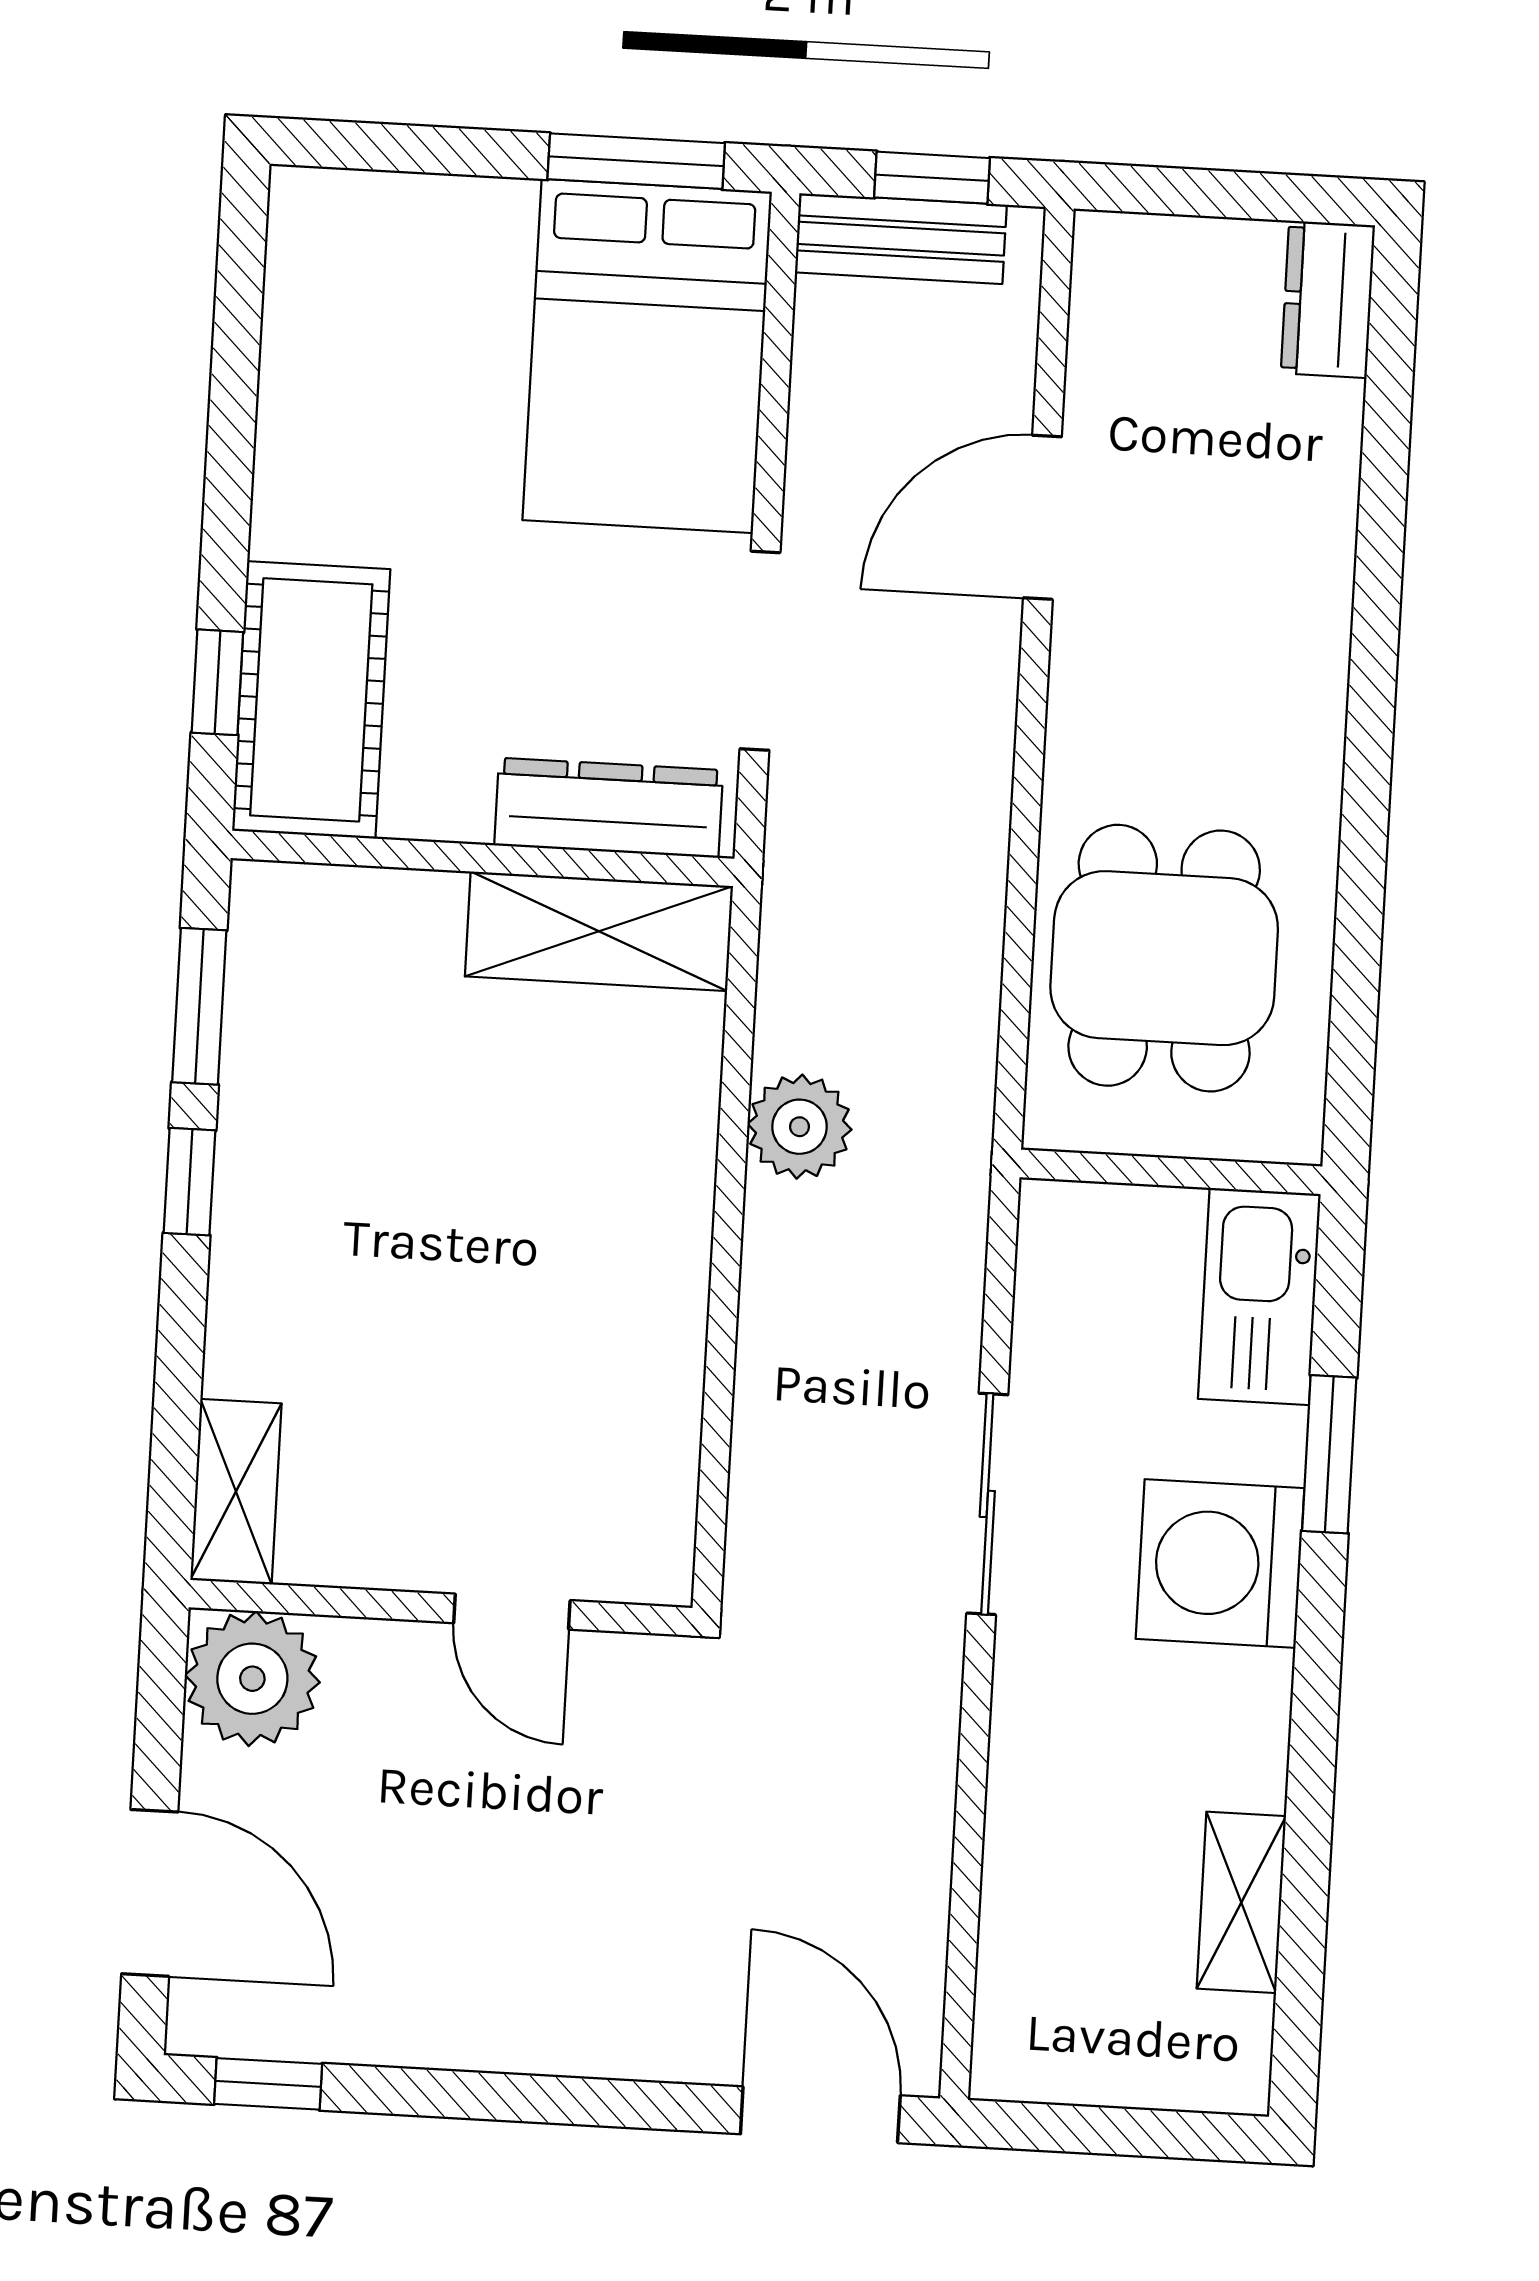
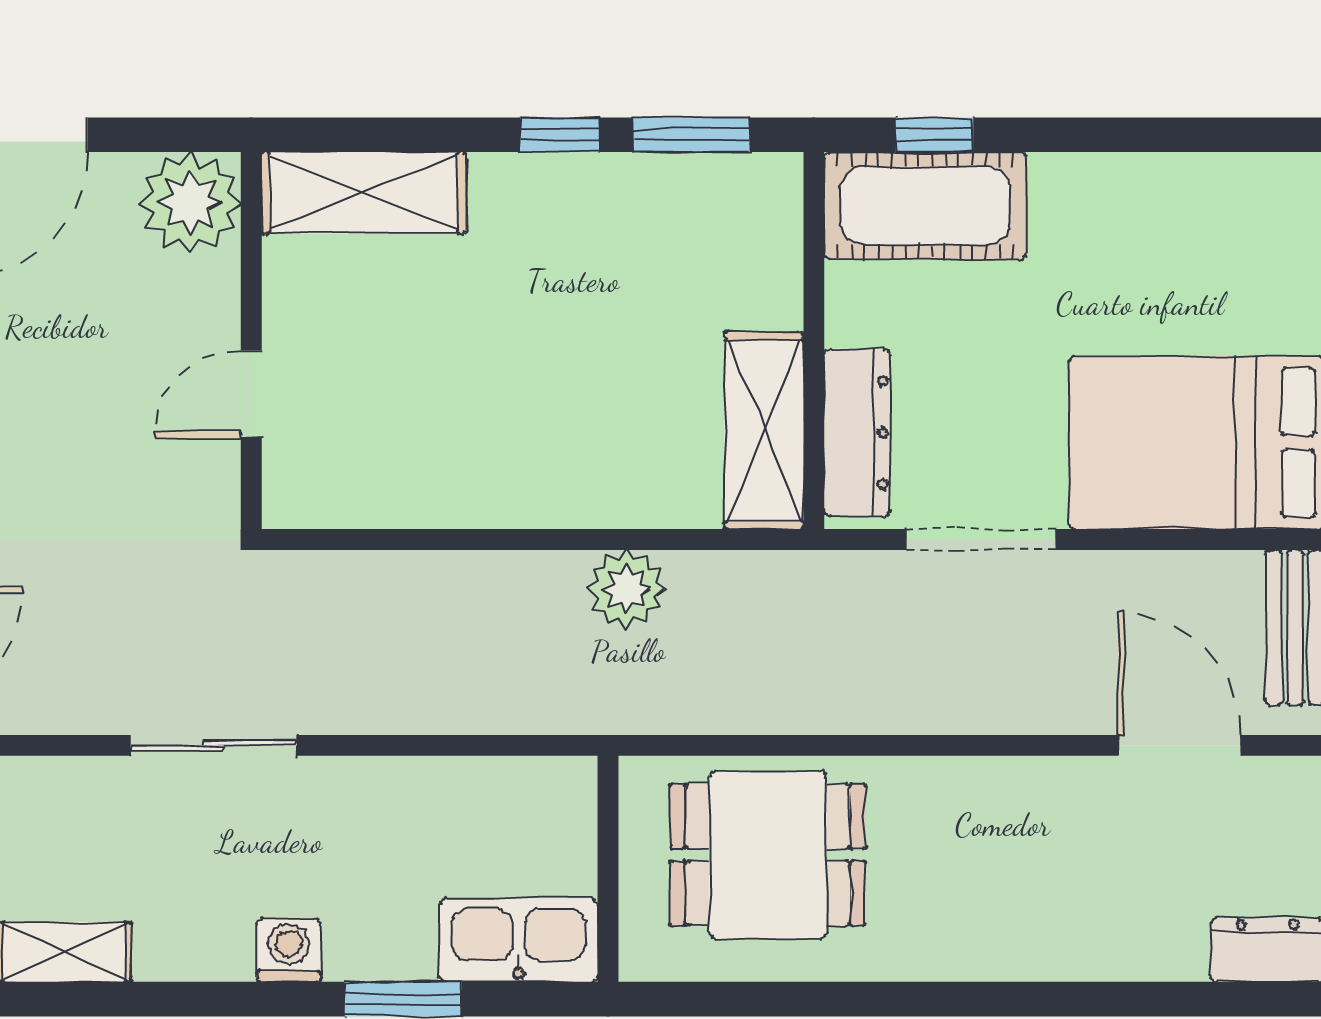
door: (1042, 517) -> (1179, 745), moved
shelving: (236, 1492) -> (363, 193), width x1.50, depth x1.33
sliding door: (987, 1504) -> (214, 745), moved
washing machine: (1220, 1564) -> (289, 950), width x0.53, depth x0.53

